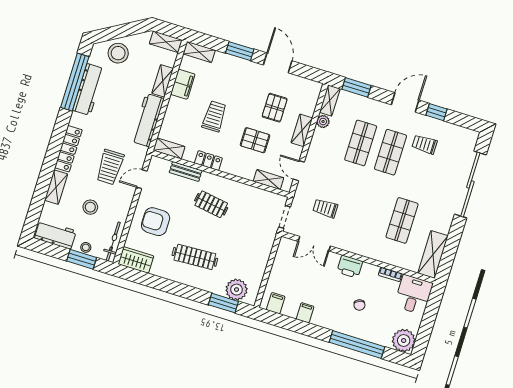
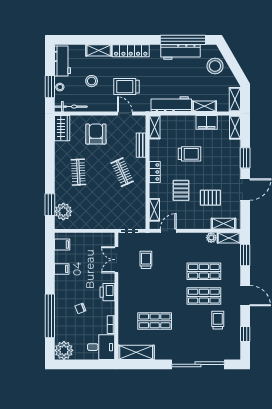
window: (436, 112) -> (245, 334), moved
shelving: (302, 130) -> (223, 224), moved
locker: (208, 161) -> (155, 172), moved
clothes rail: (211, 204) -> (122, 172), turned -33
clothes rail: (195, 257) -> (78, 172), width x0.73

